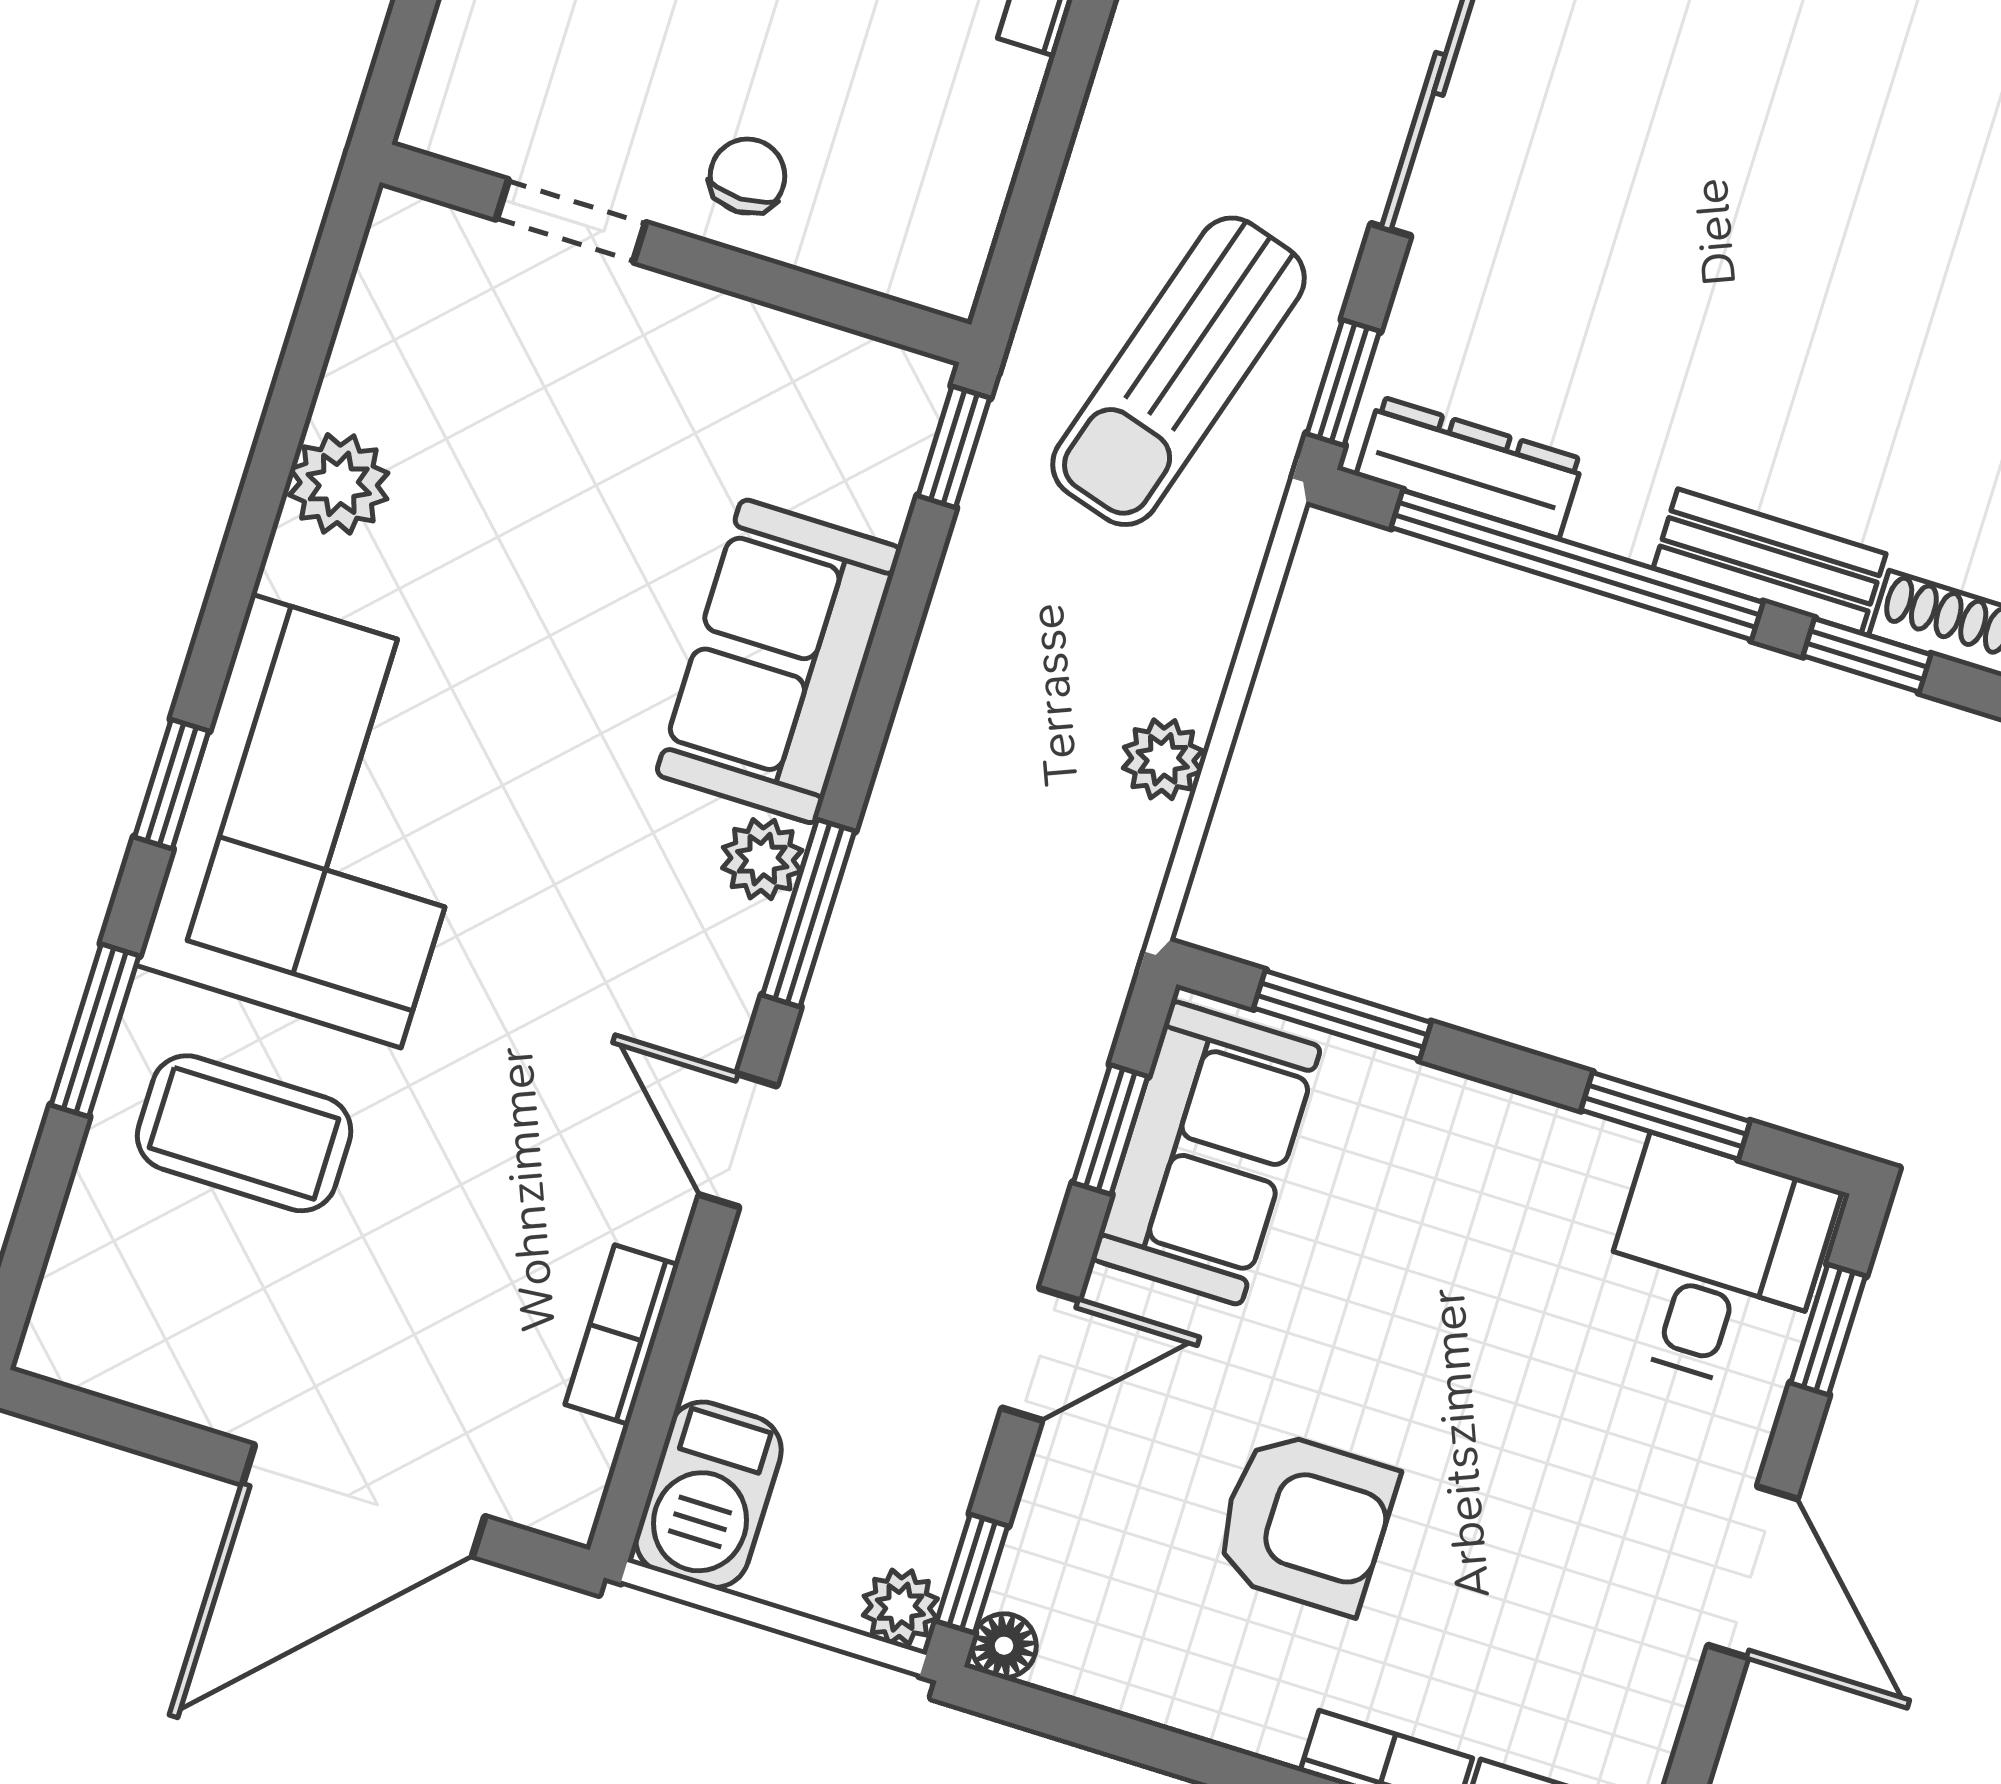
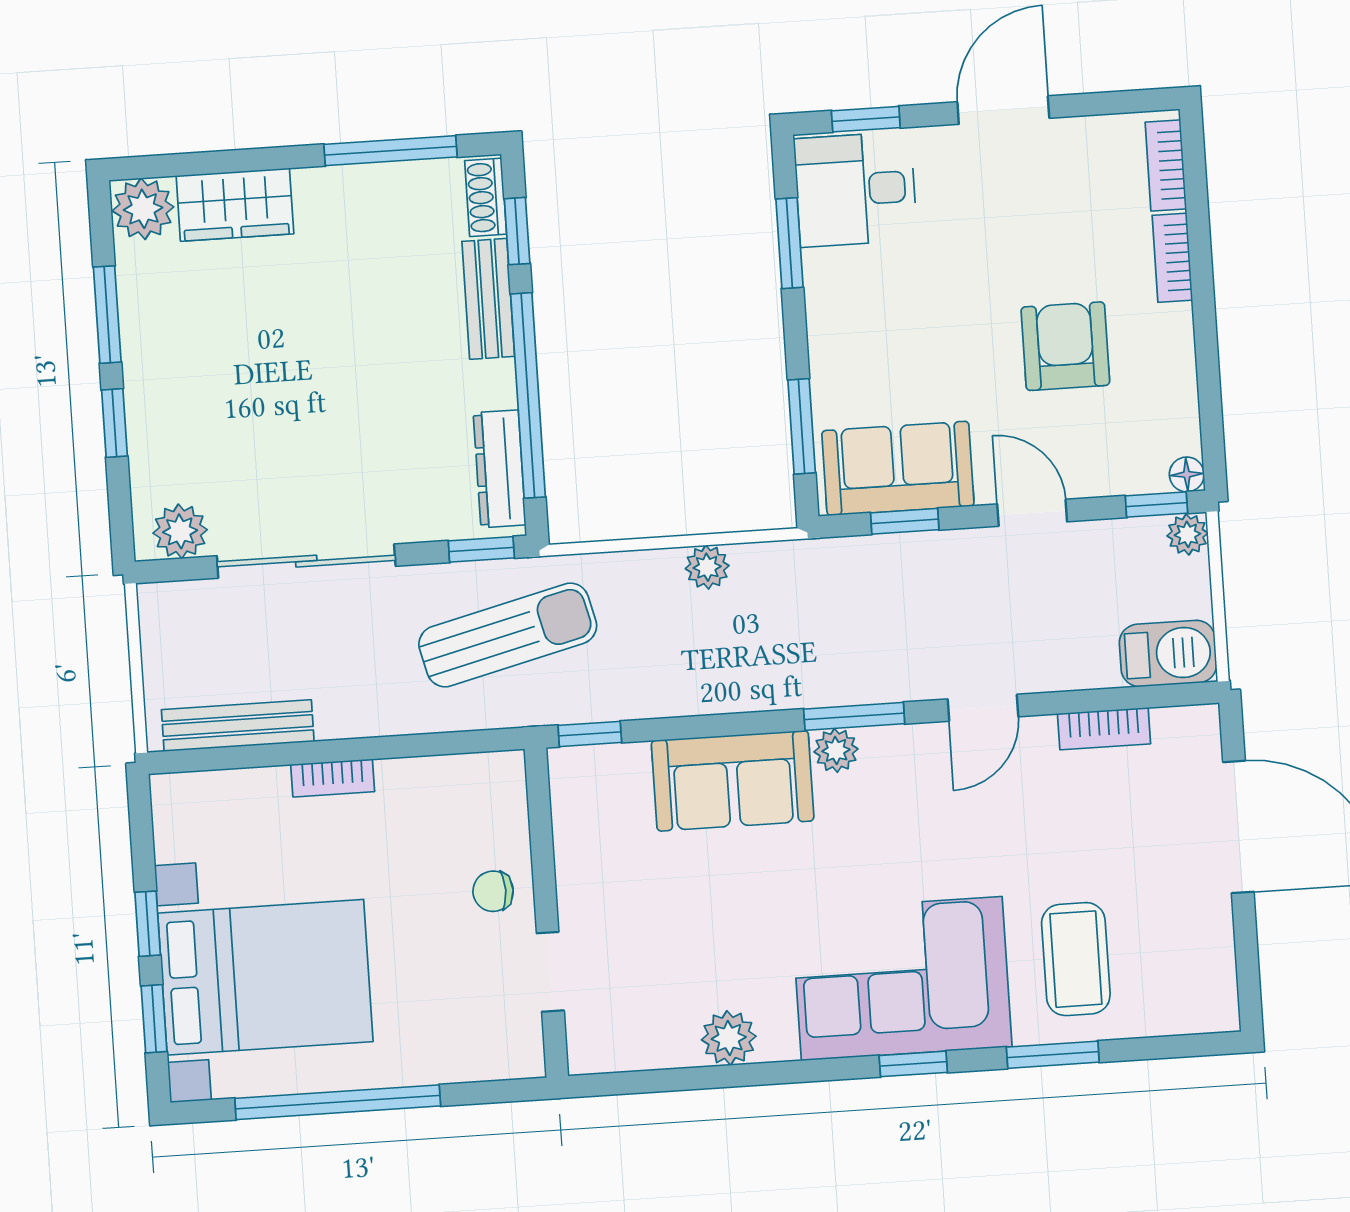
sun lounger: (1179, 371) -> (508, 635), turned -31

